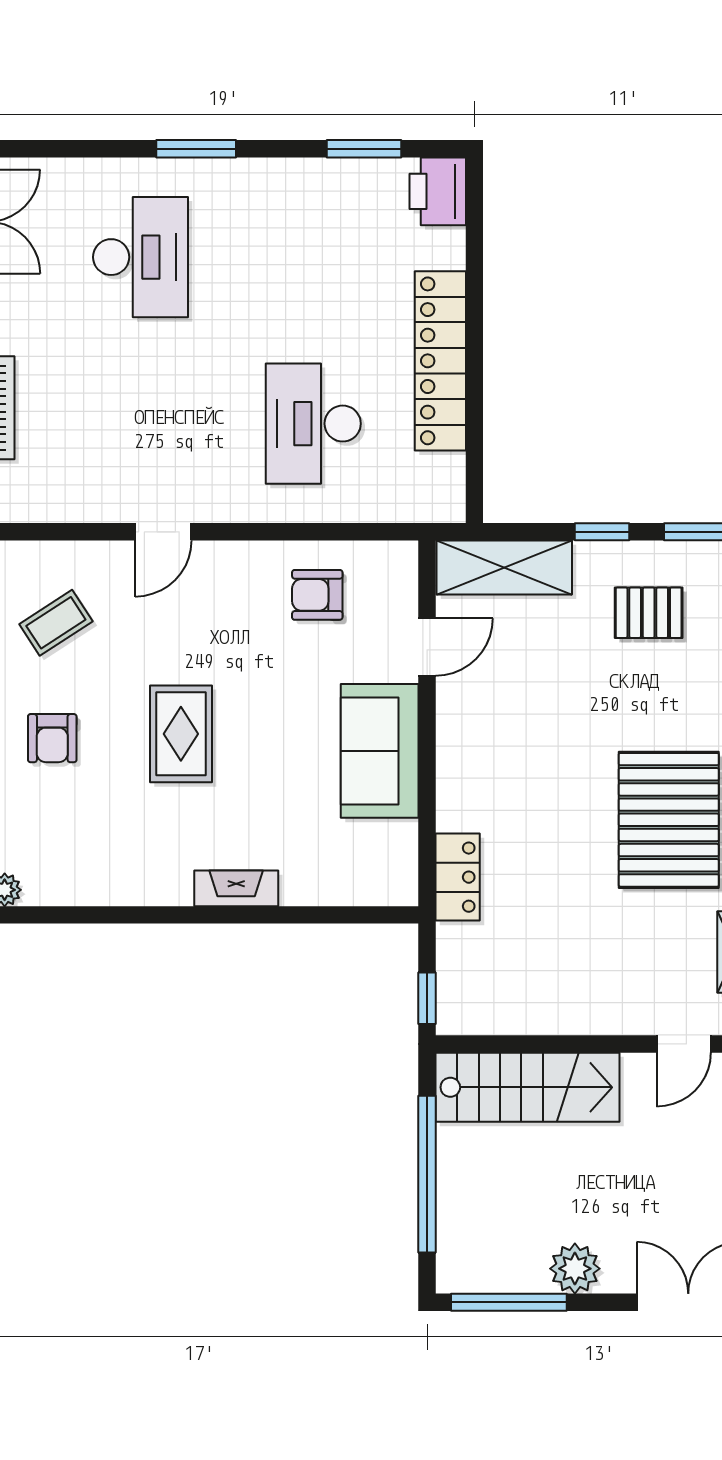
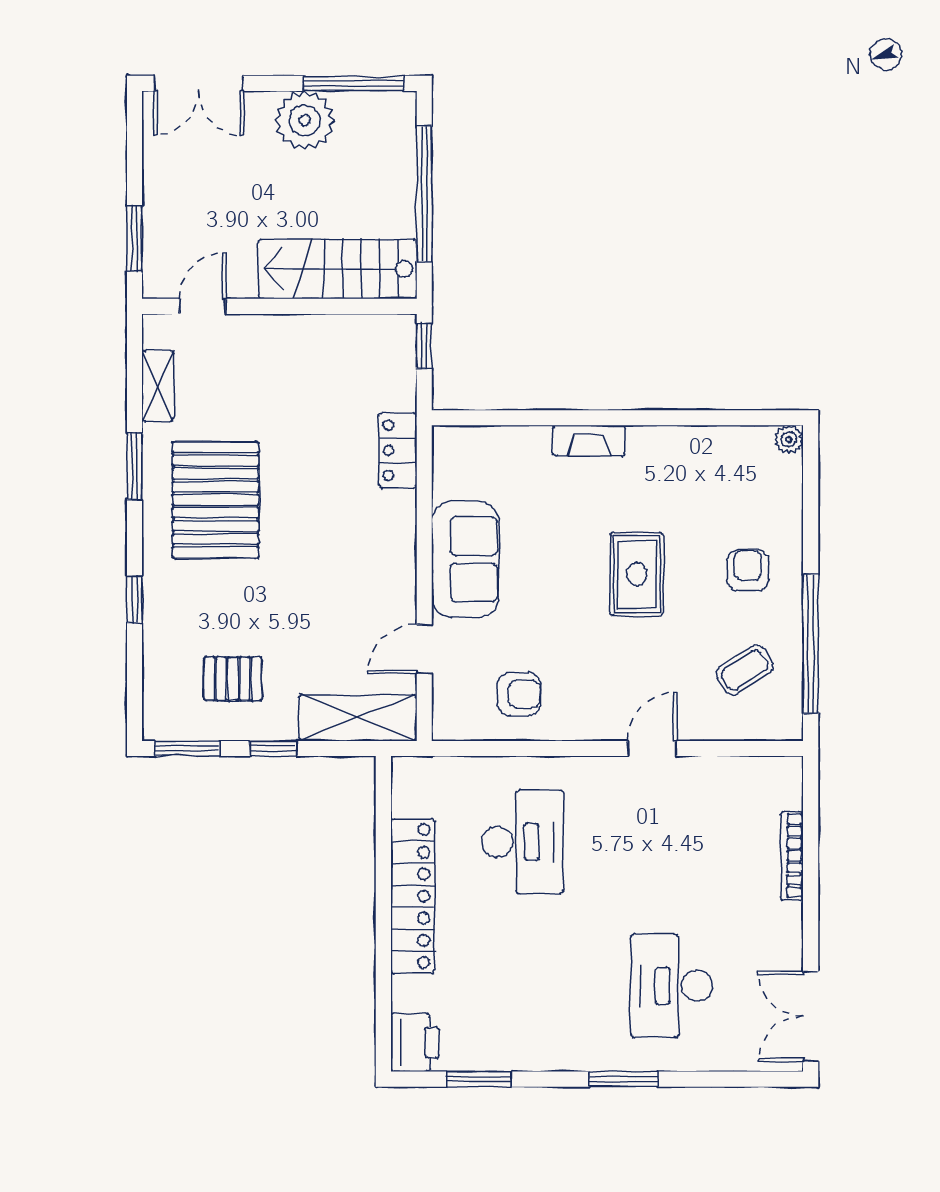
plant: (575, 1269) -> (304, 120), width x1.36, depth x1.36

